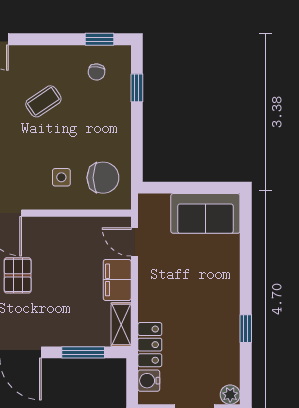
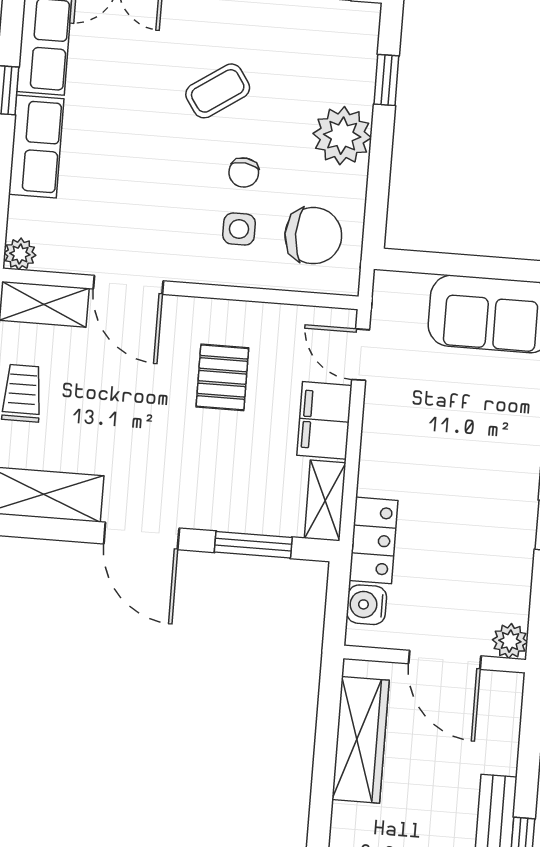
chair: (97, 72) -> (244, 172), moved
plant: (115, 121) -> (342, 136), added
pallet: (18, 275) -> (222, 377), moved

